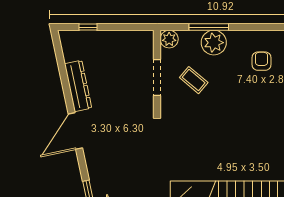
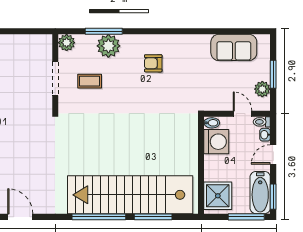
armchair: (261, 61) -> (153, 63), turned -90
coffee table: (194, 80) -> (90, 81), turned -40

